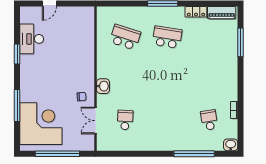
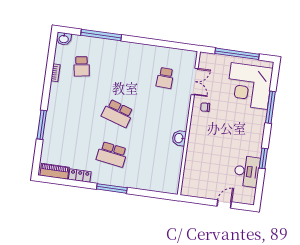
school desk: (125, 37) -> (118, 113), moved
window: (241, 42) -> (42, 125), moved
washbasin: (103, 86) -> (179, 138), moved

